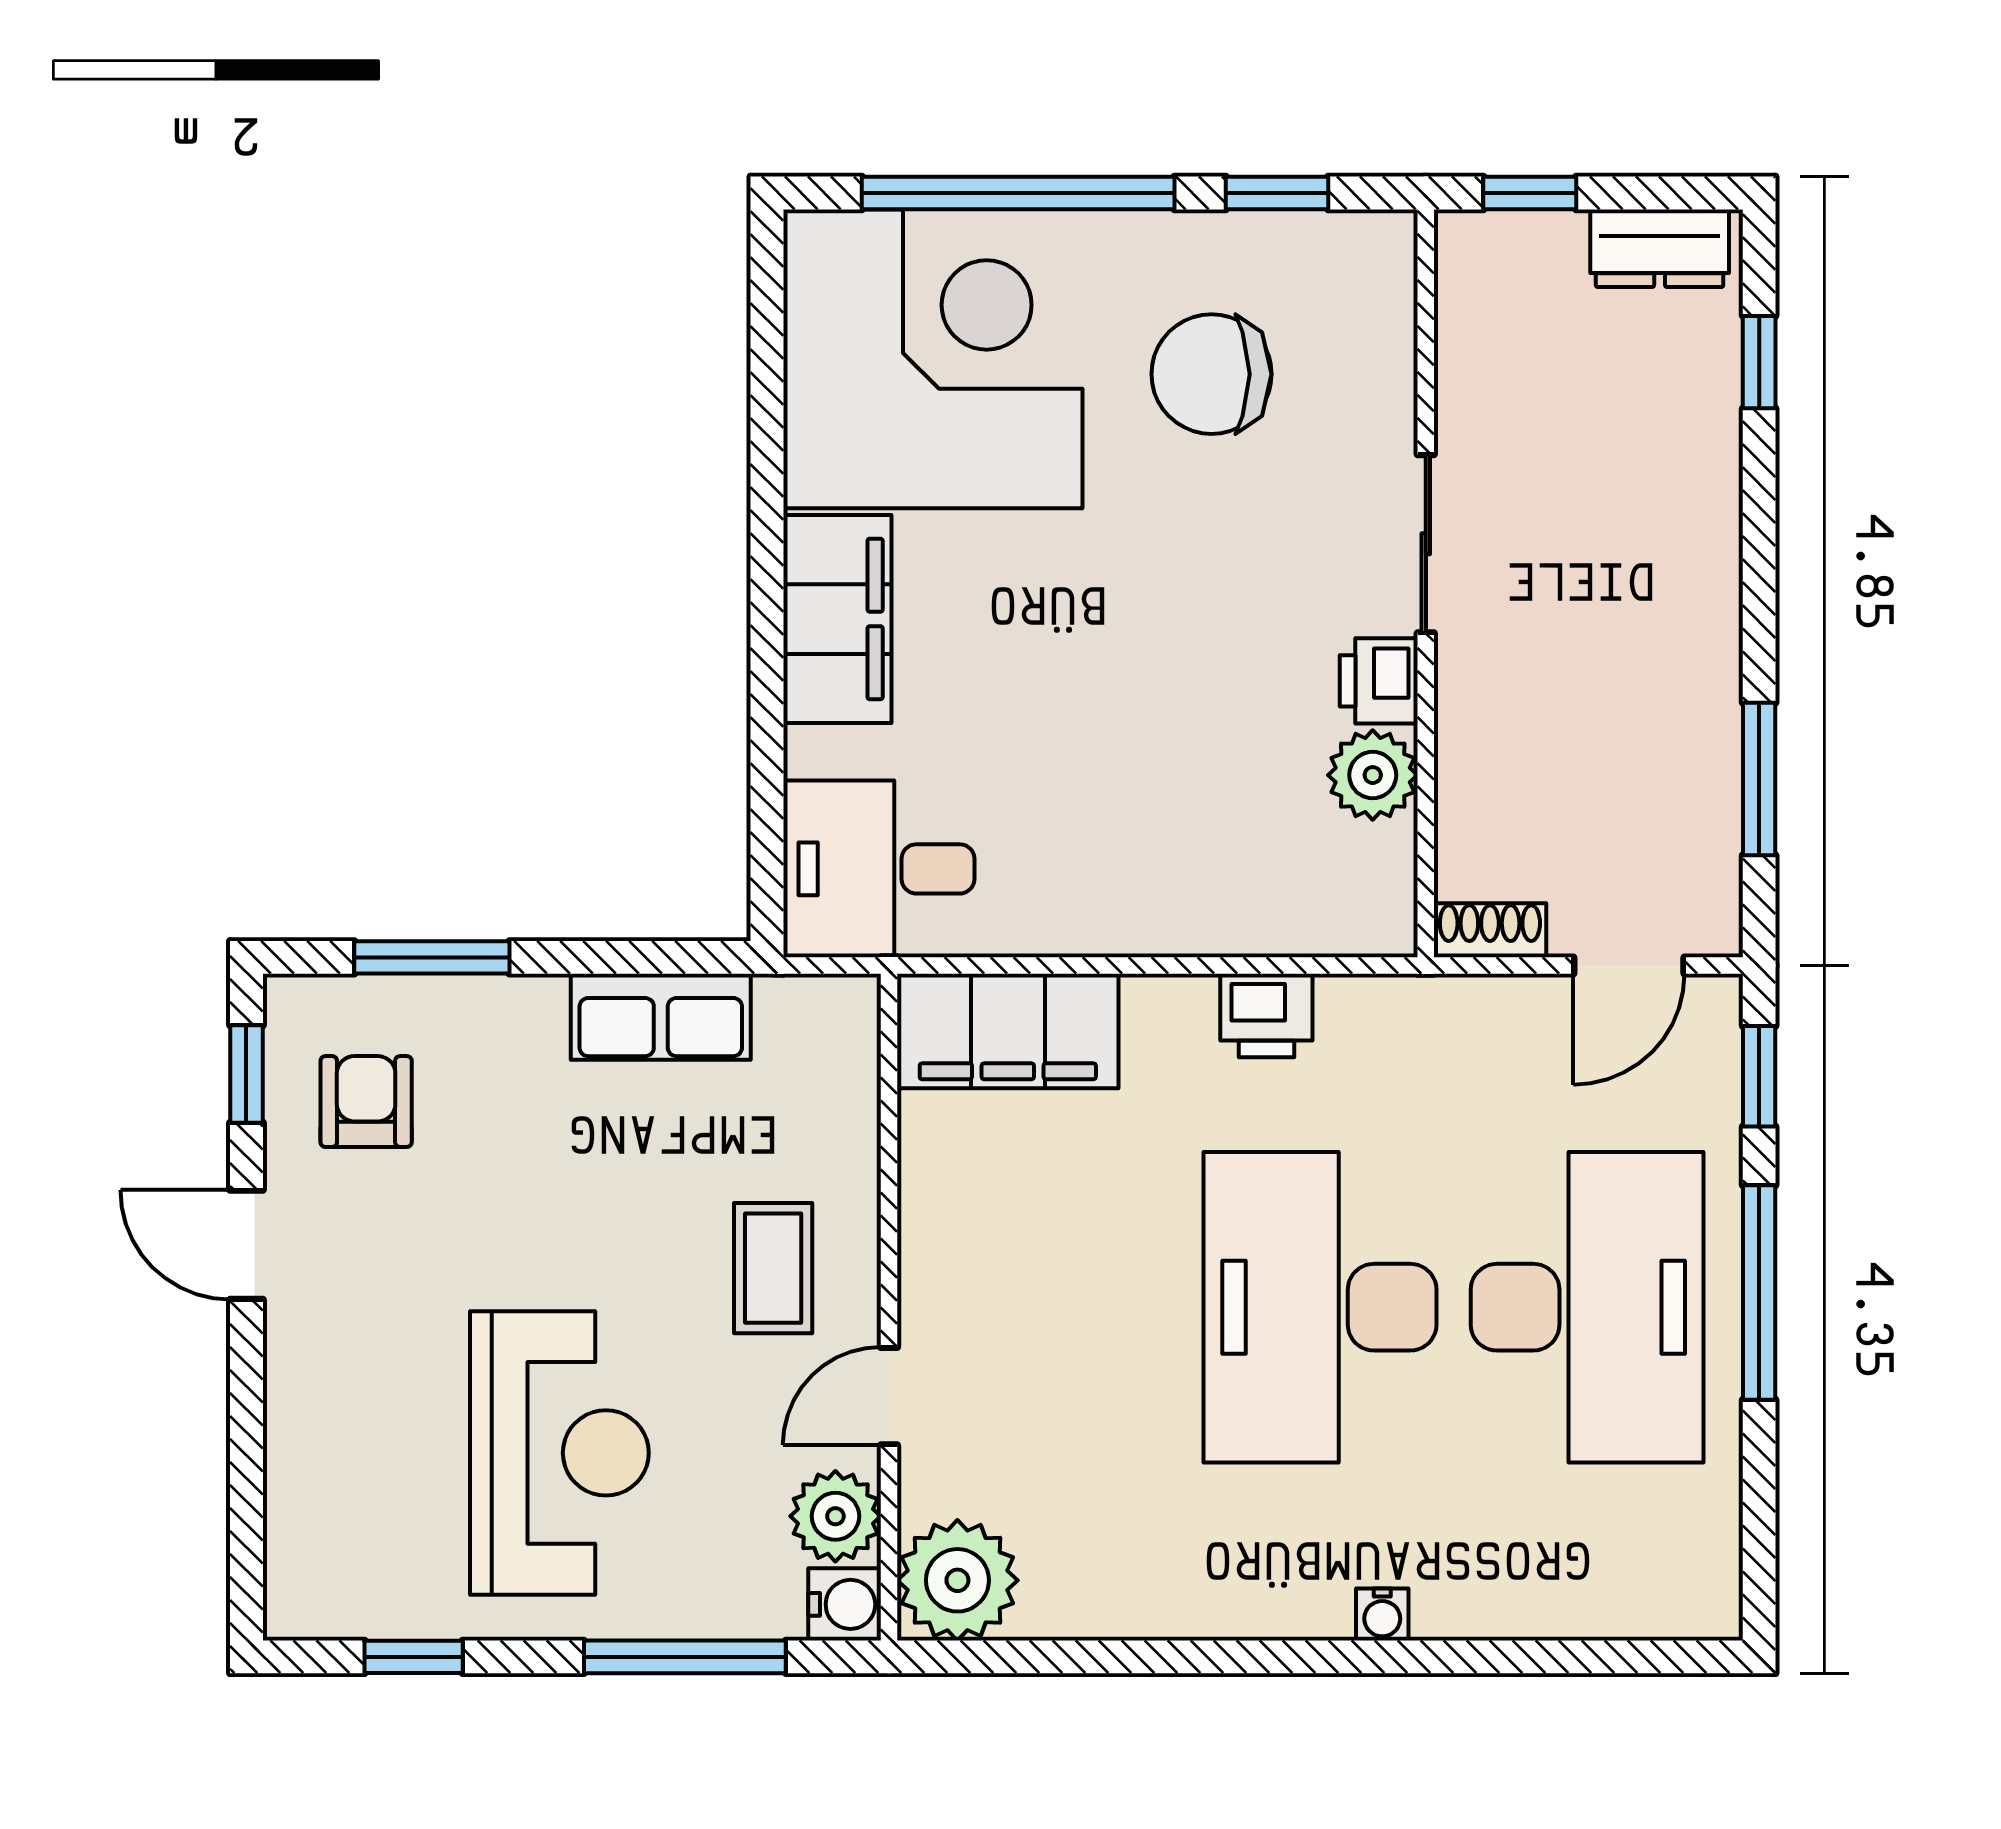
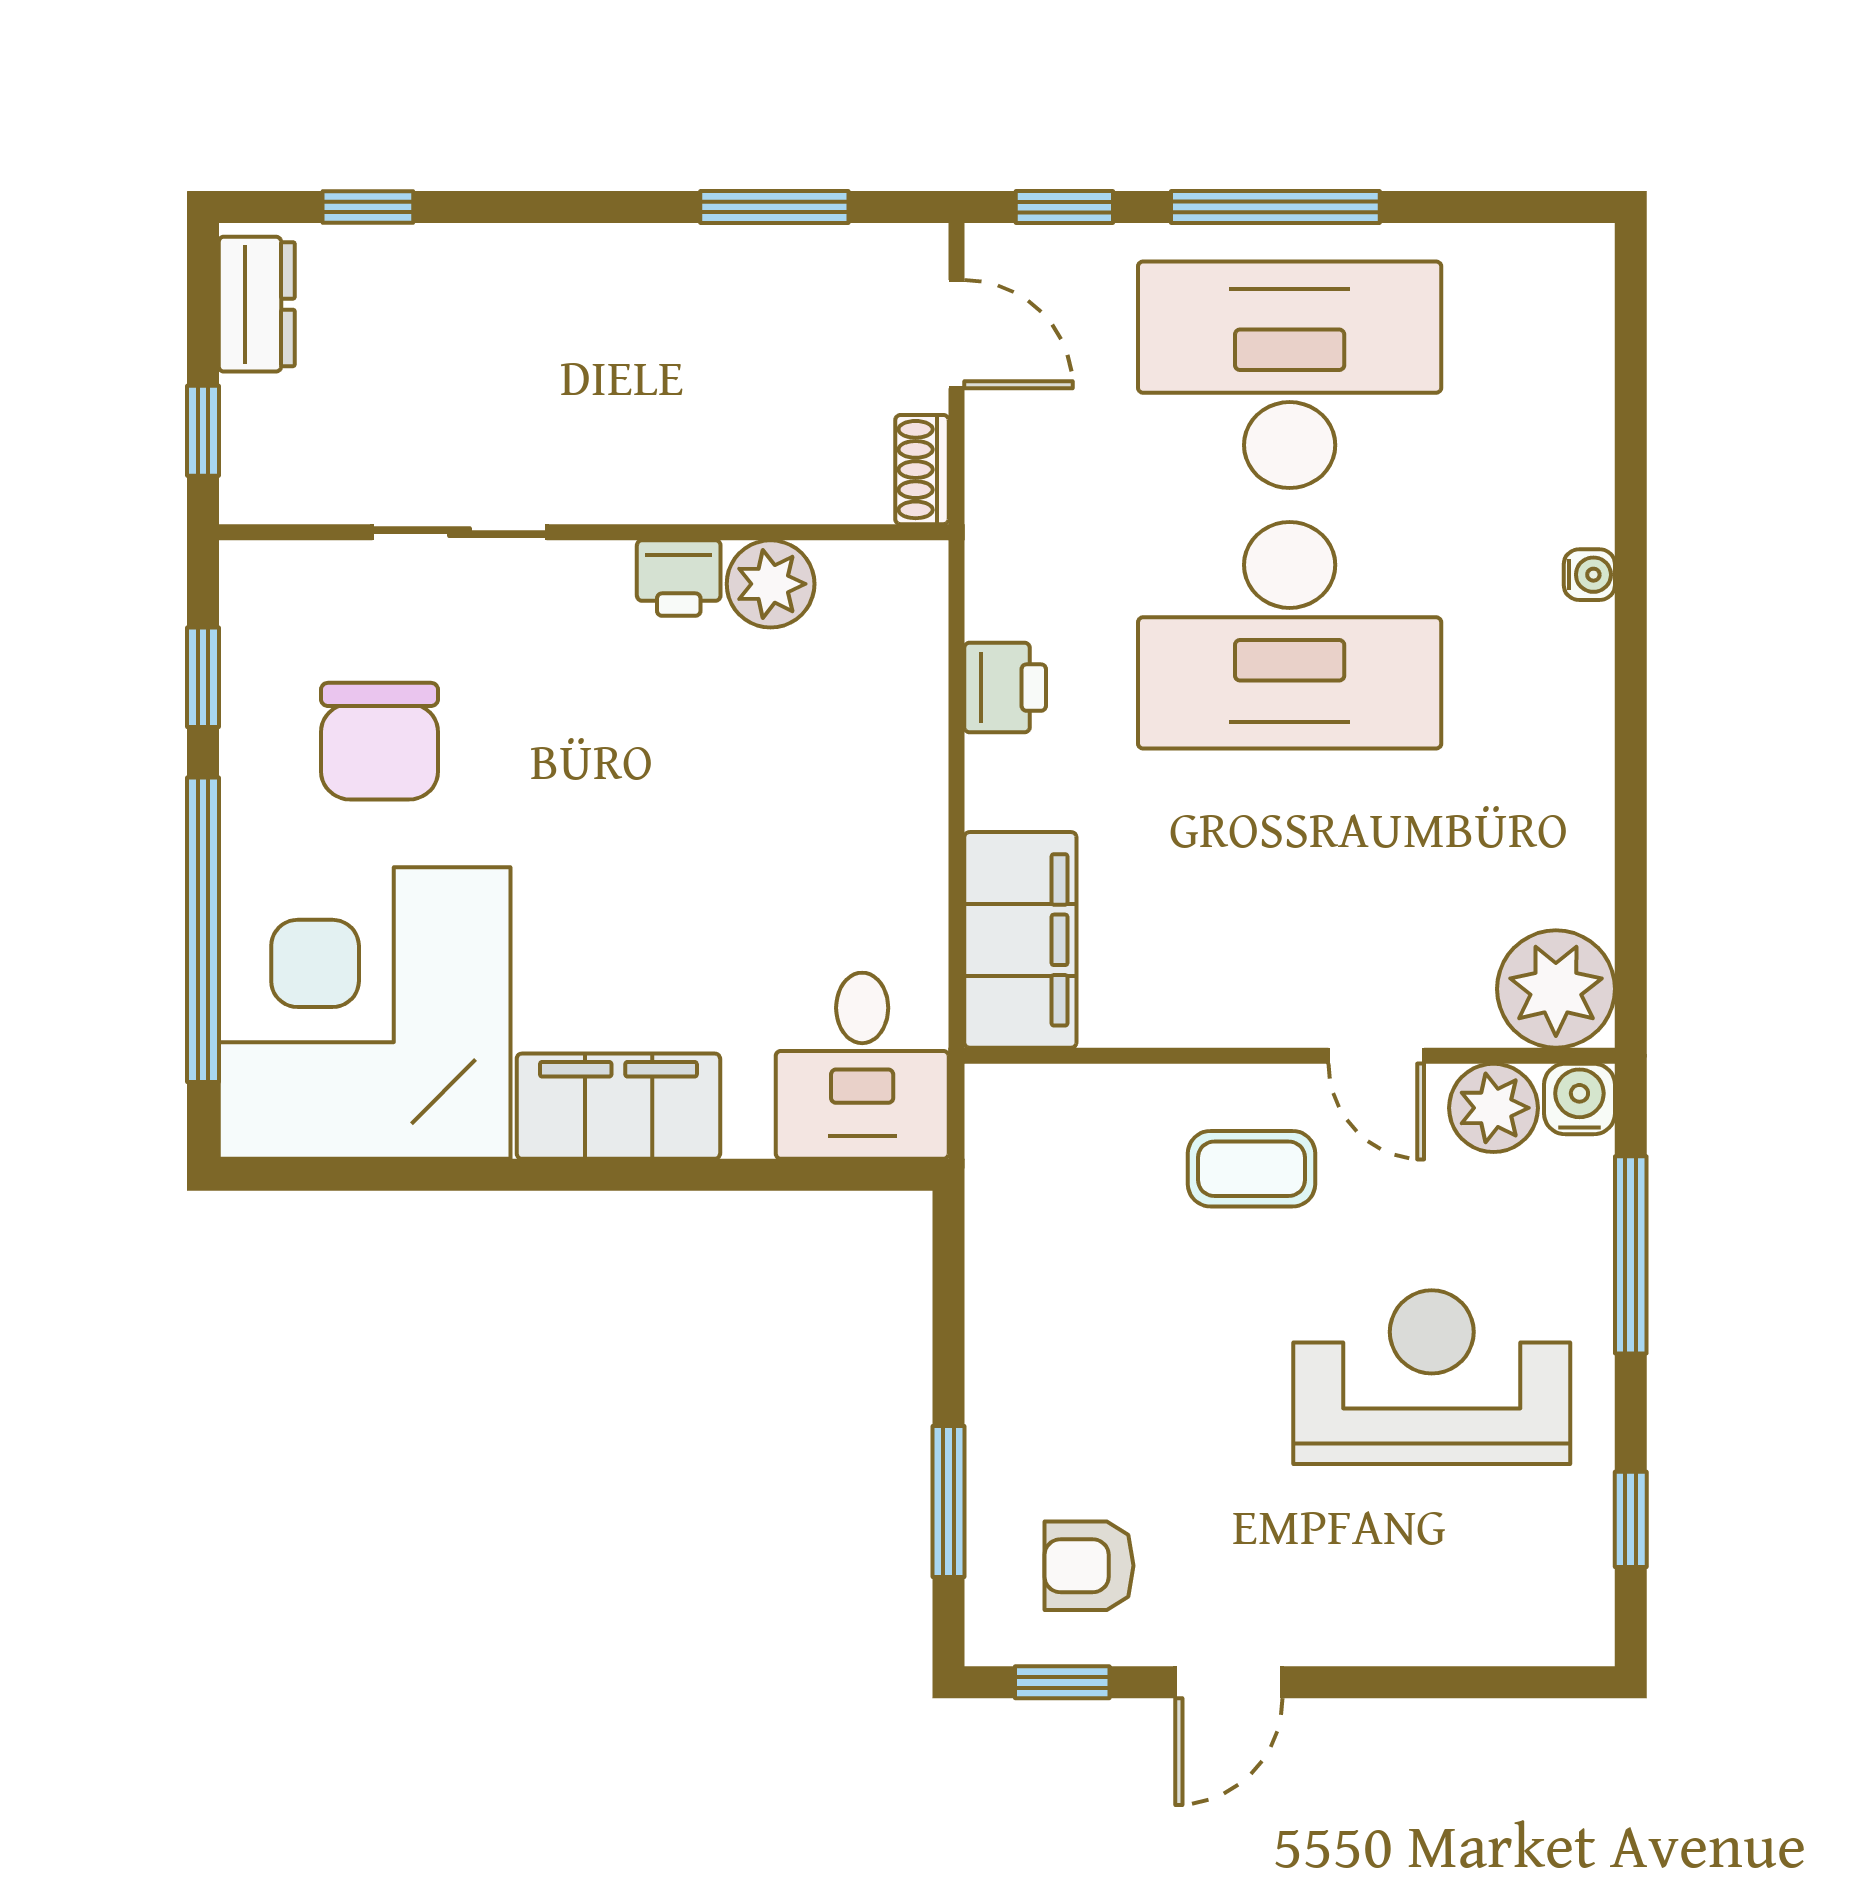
sliding door: (1426, 544) -> (459, 532), moved
row of seats: (661, 1017) -> (1006, 1278), removed

